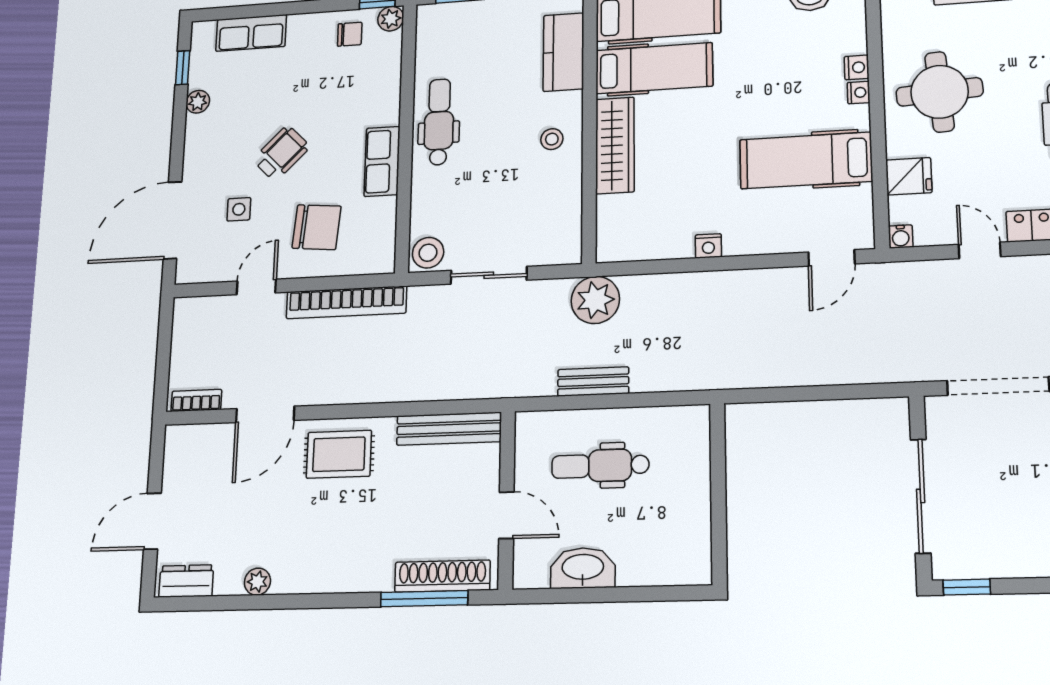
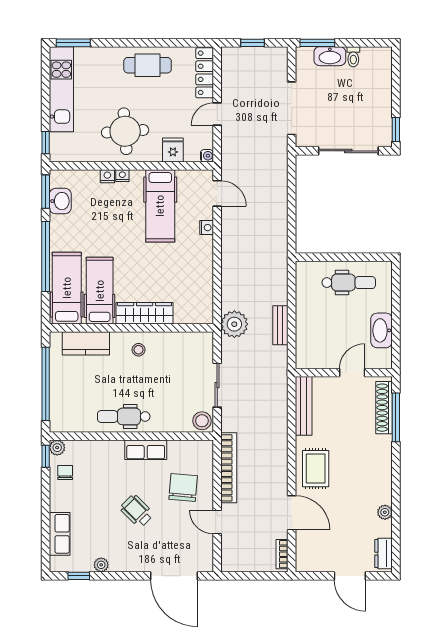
side table: (239, 209) -> (170, 535), removed
nightstand: (708, 246) -> (207, 228), moved
dental chair: (600, 466) -> (349, 283), moved, turned -90

